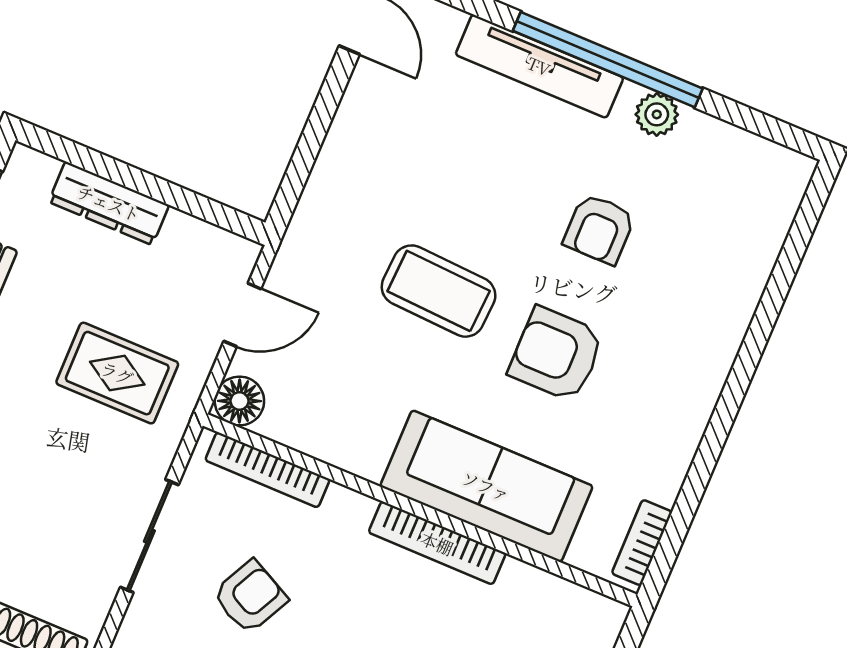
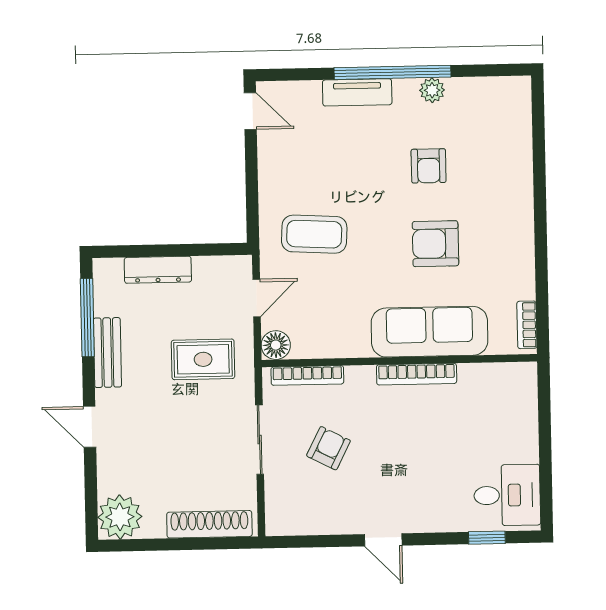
tv unit: (539, 66) -> (357, 92), width x0.71
coffee table: (439, 291) -> (314, 234), moved

